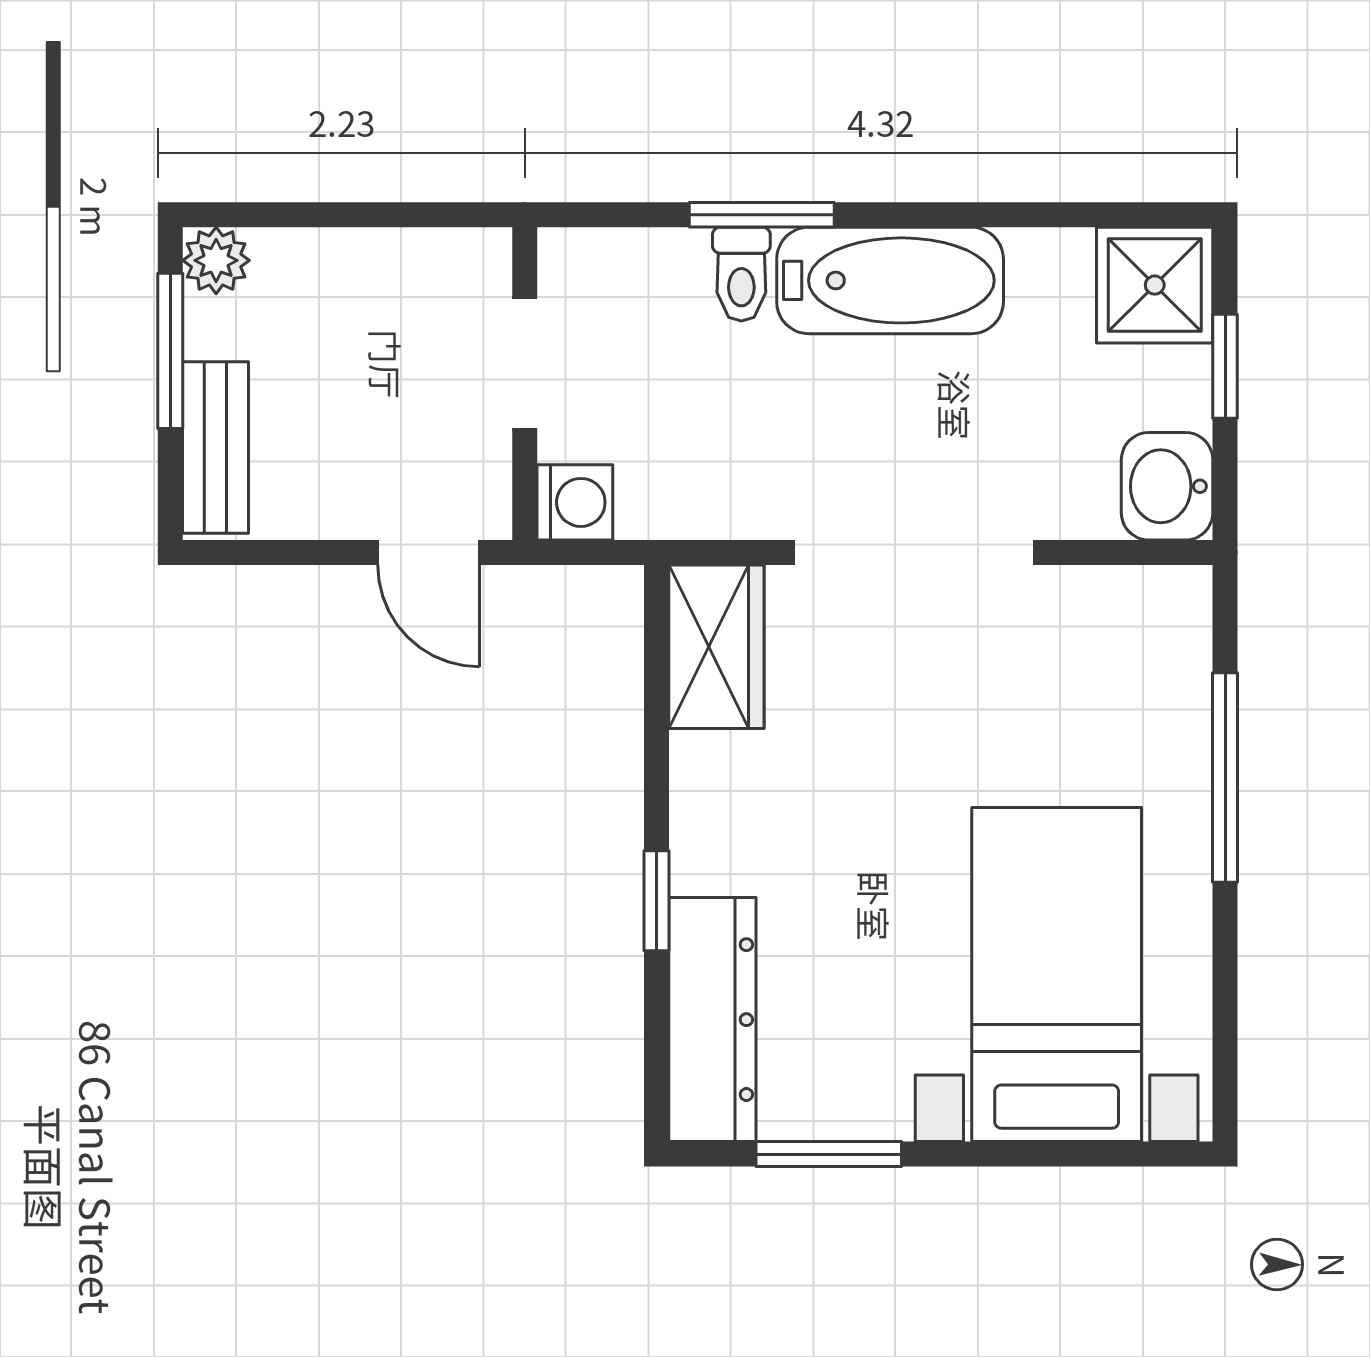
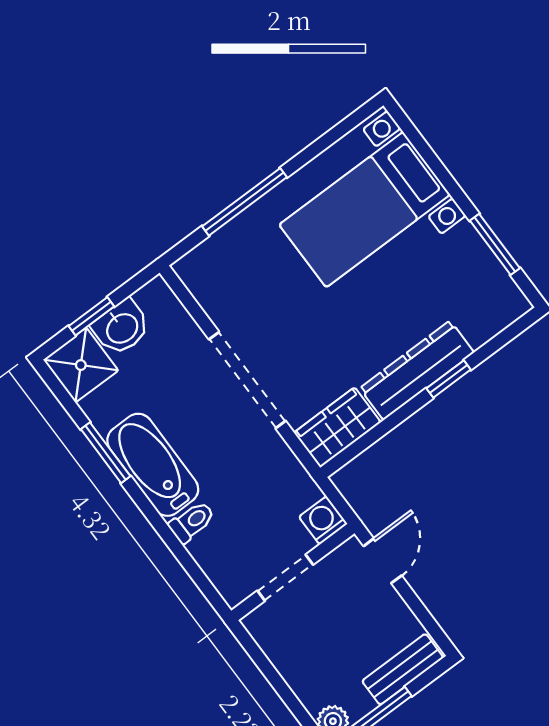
window: (762, 215) -> (106, 453), moved
washbasin: (1167, 486) -> (121, 327), moved
dresser: (712, 1020) -> (417, 370), moved

